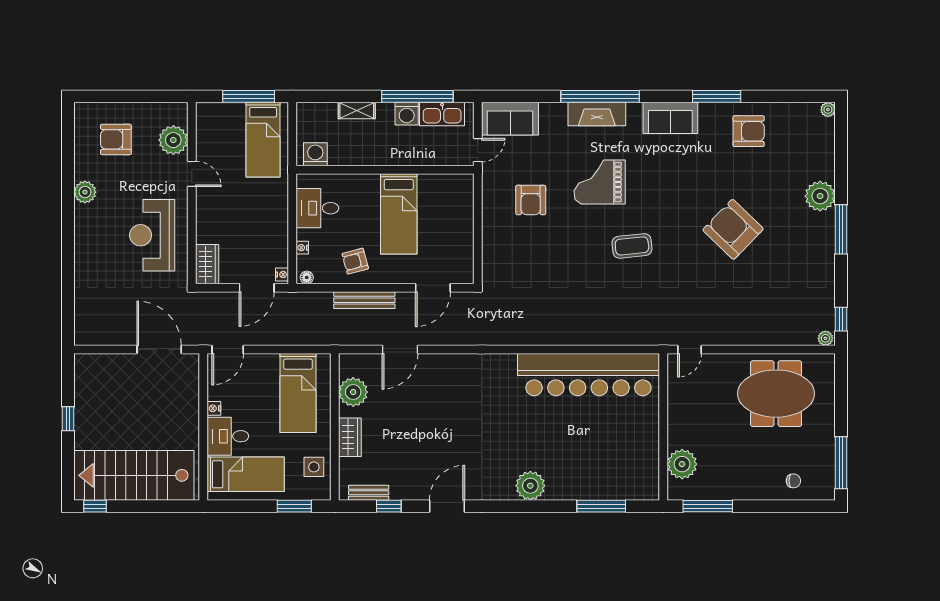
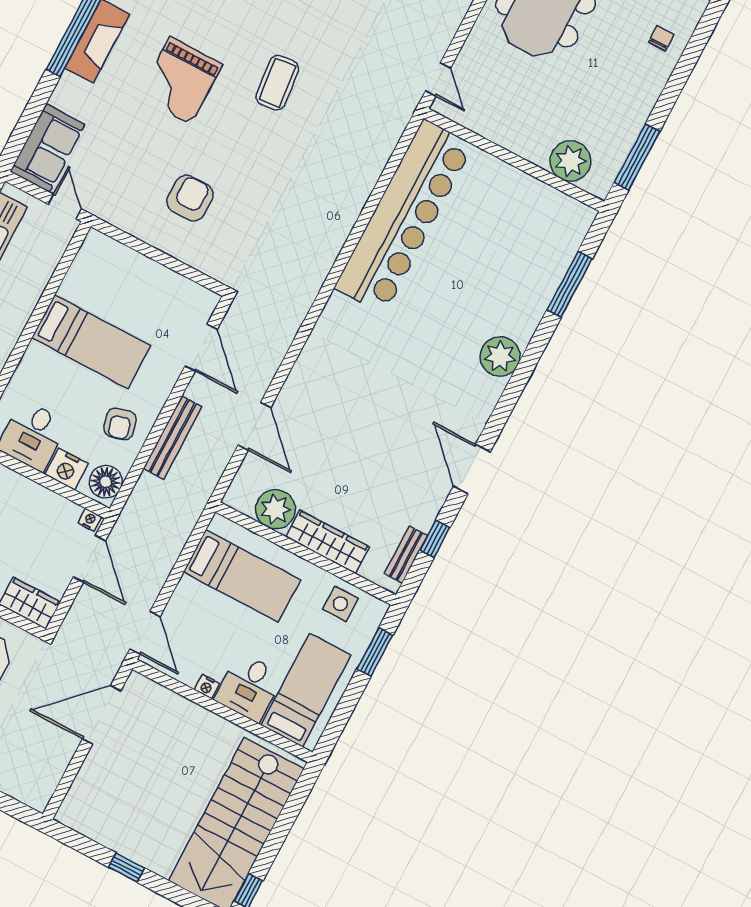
armchair: (531, 200) -> (190, 198), moved, turned -90
nightstand: (302, 248) -> (66, 469), width x1.89, depth x1.79
floor lamp: (307, 277) -> (106, 482), width x1.89, depth x1.89
wardrobe: (350, 437) -> (328, 542), width x1.50

